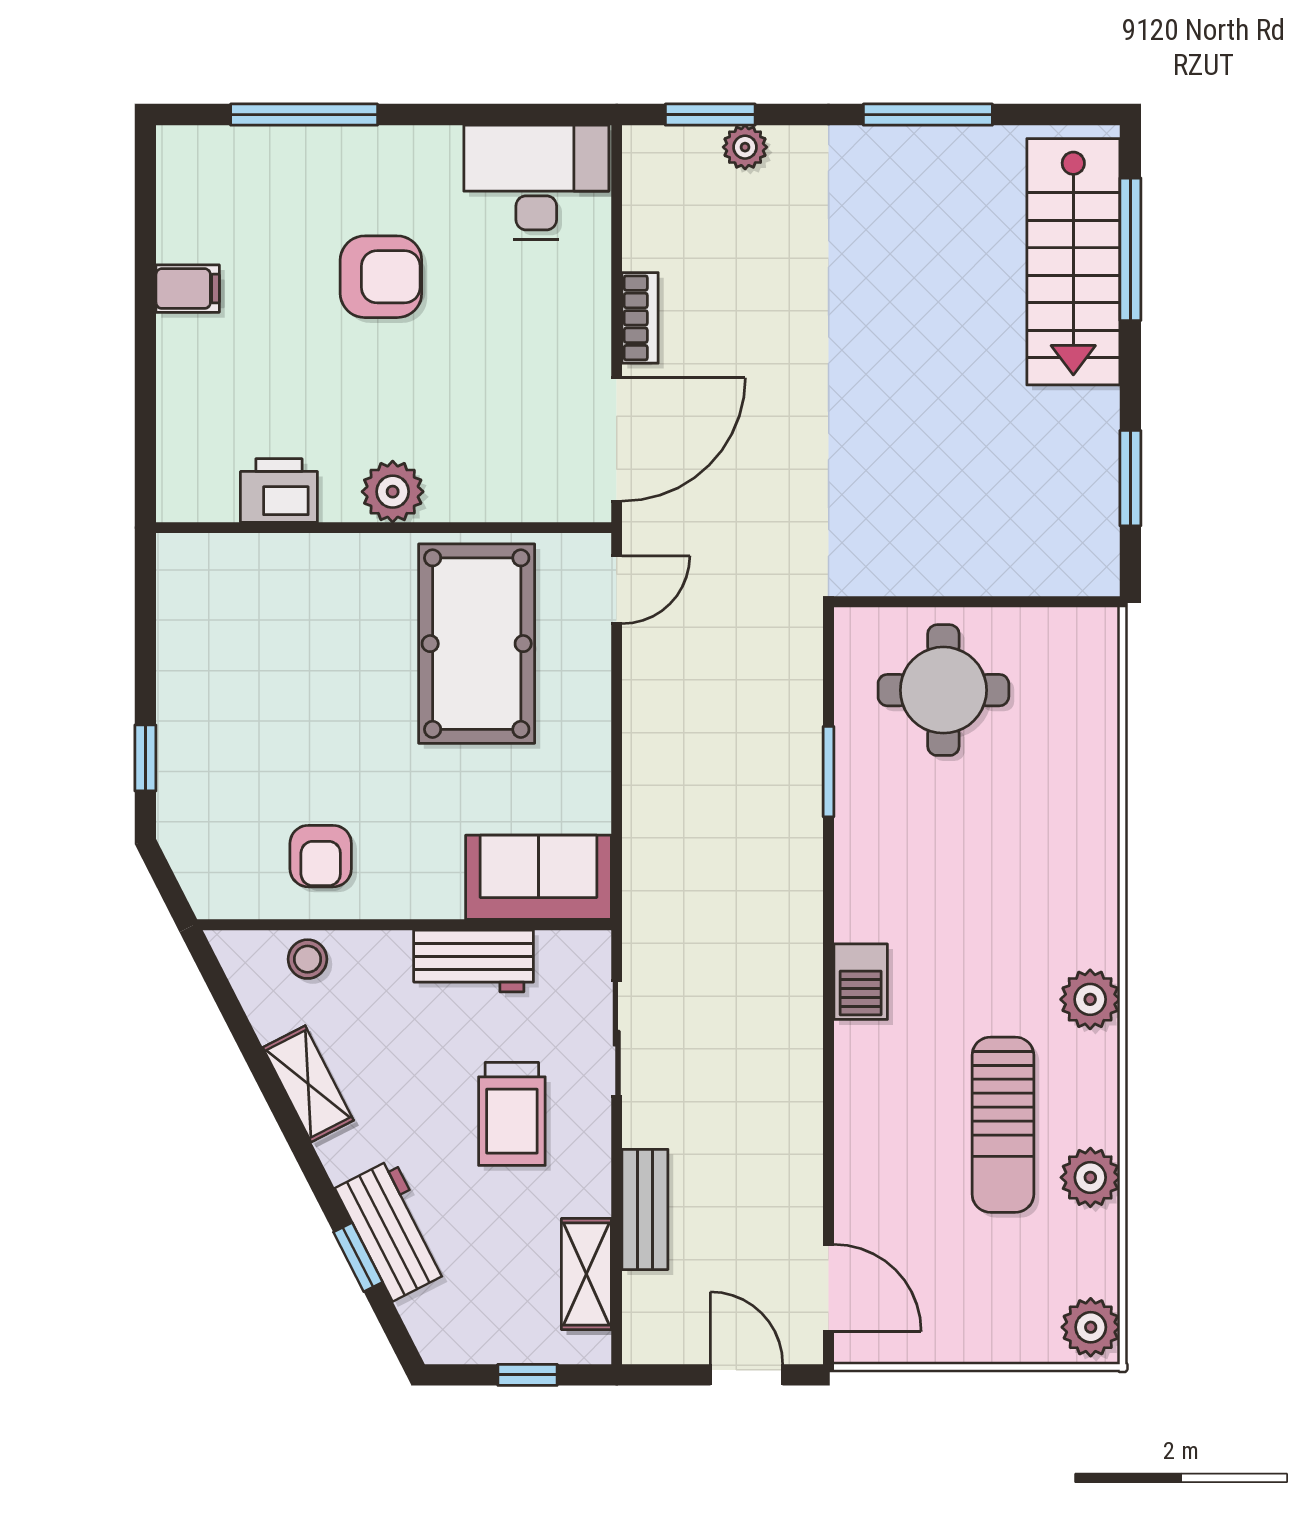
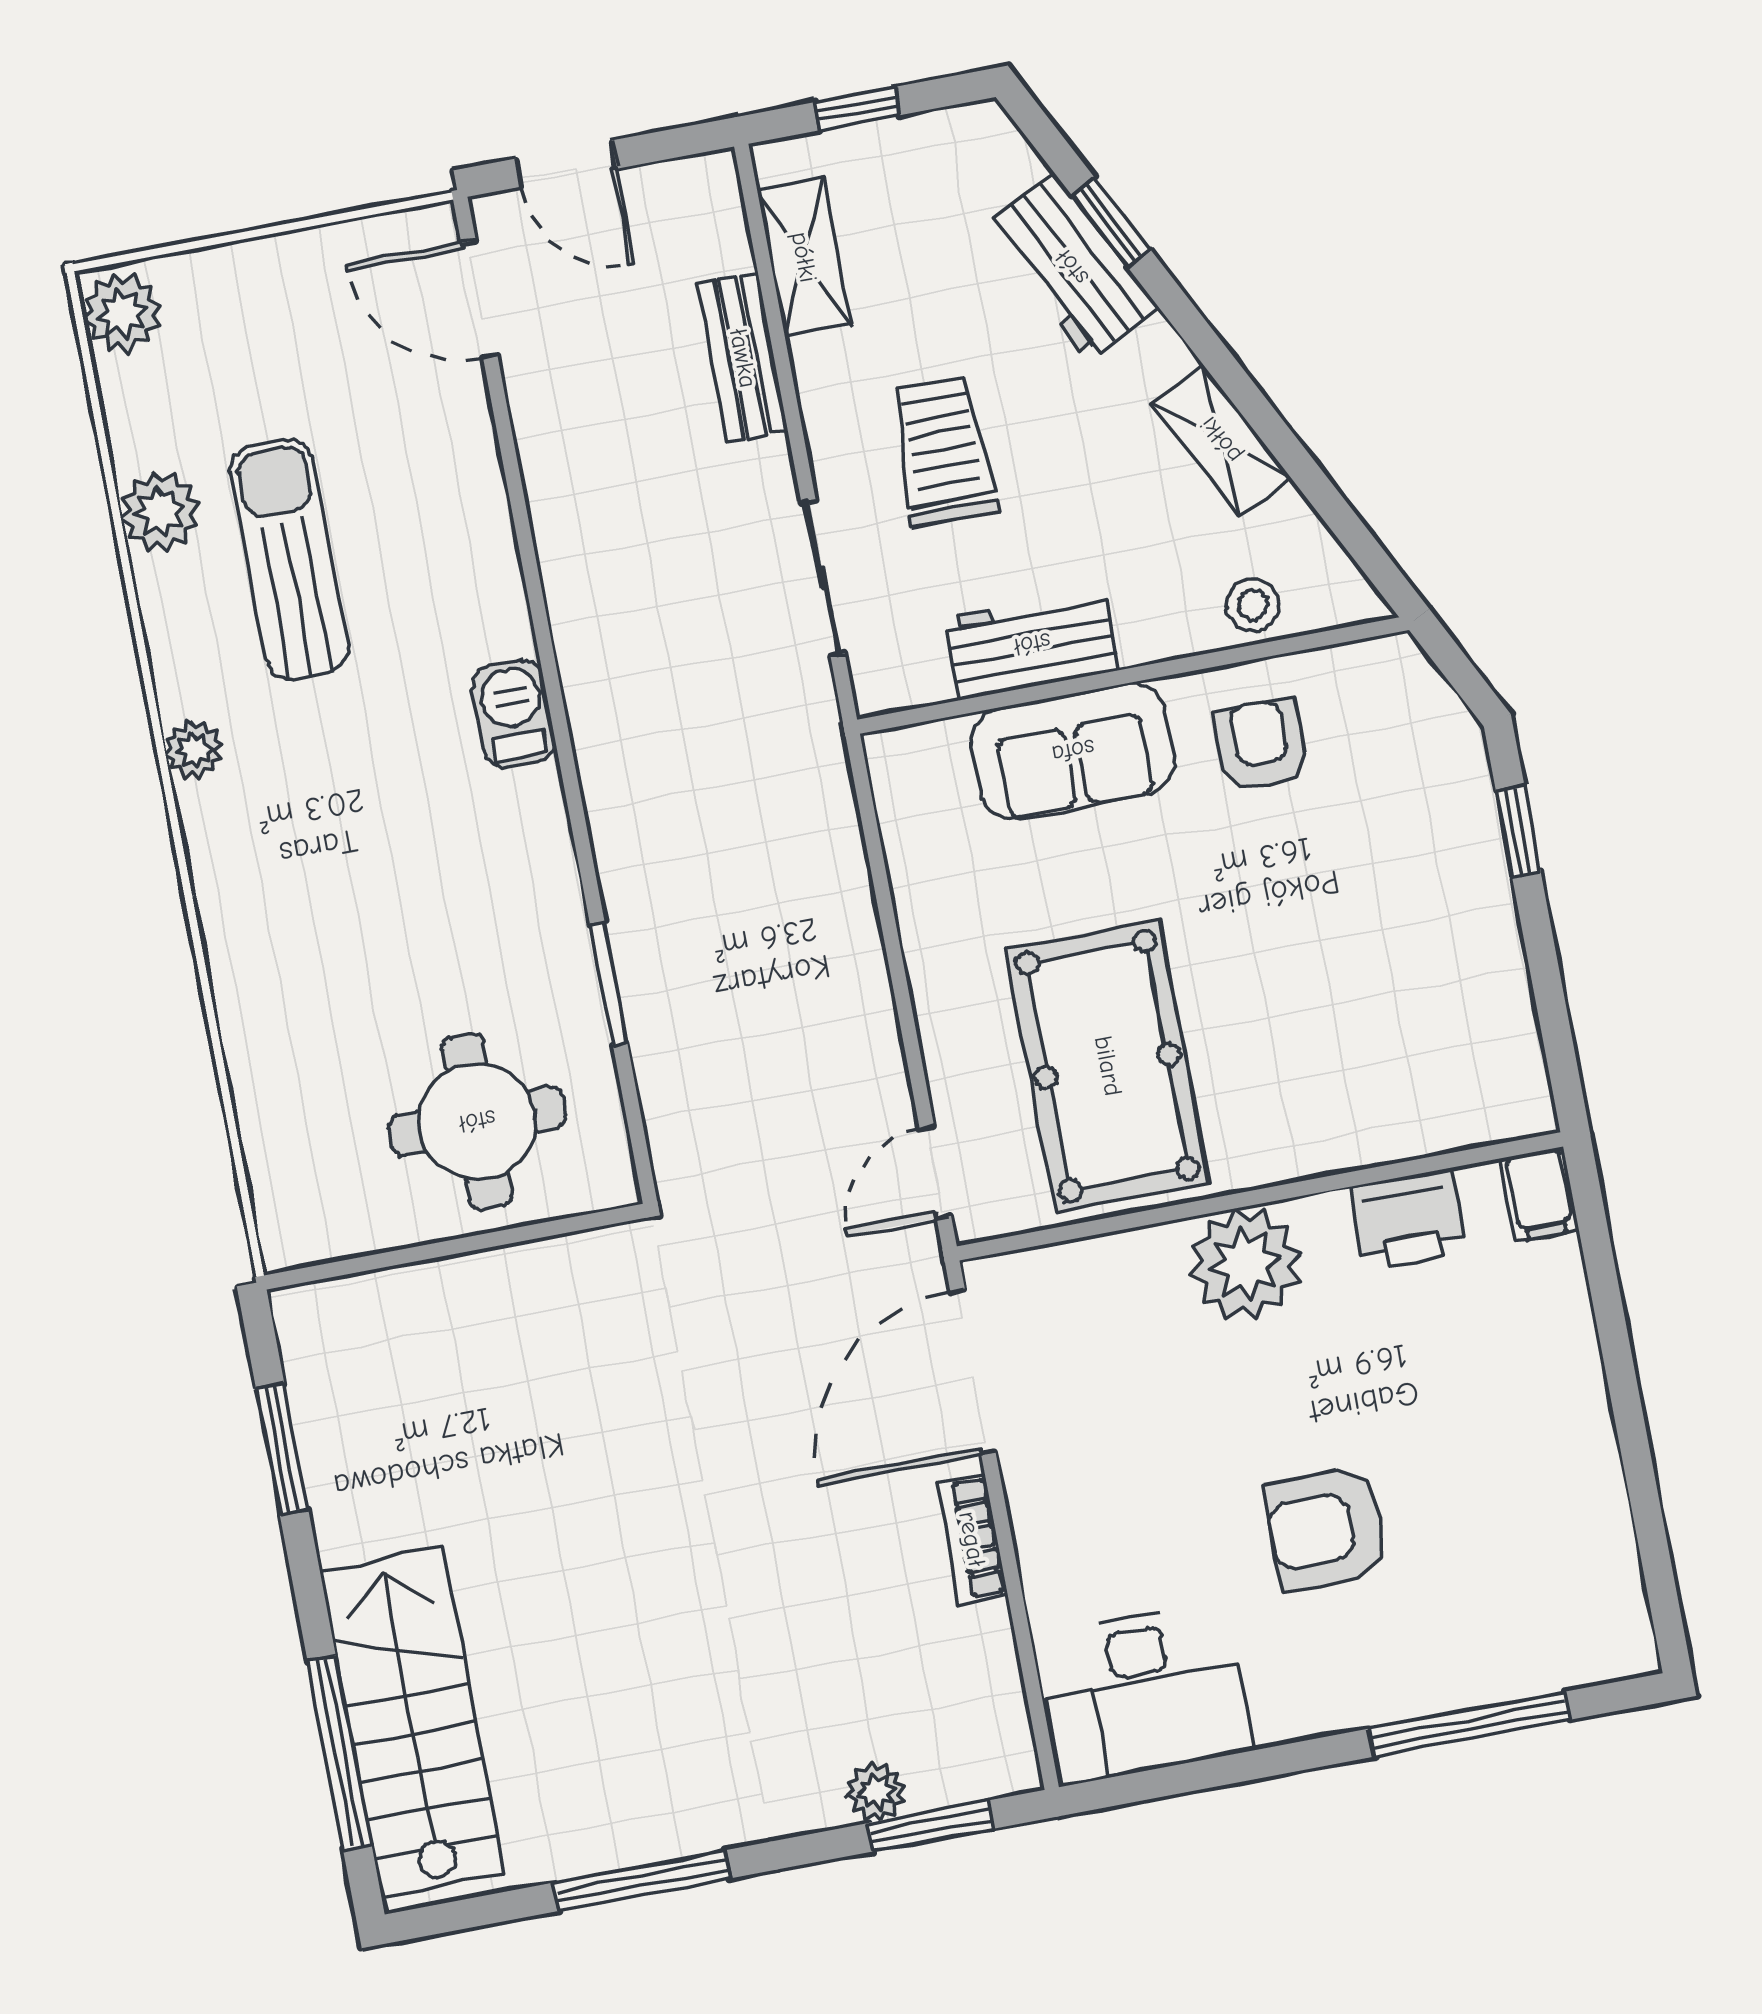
filing cabinet: (188, 289) -> (1540, 1194), moved, turned -90
plant: (393, 492) -> (1245, 1264), width x1.36, depth x1.36
sofa: (538, 877) -> (1073, 751), moved
plant: (1090, 999) -> (194, 750), width x0.73, depth x0.73

